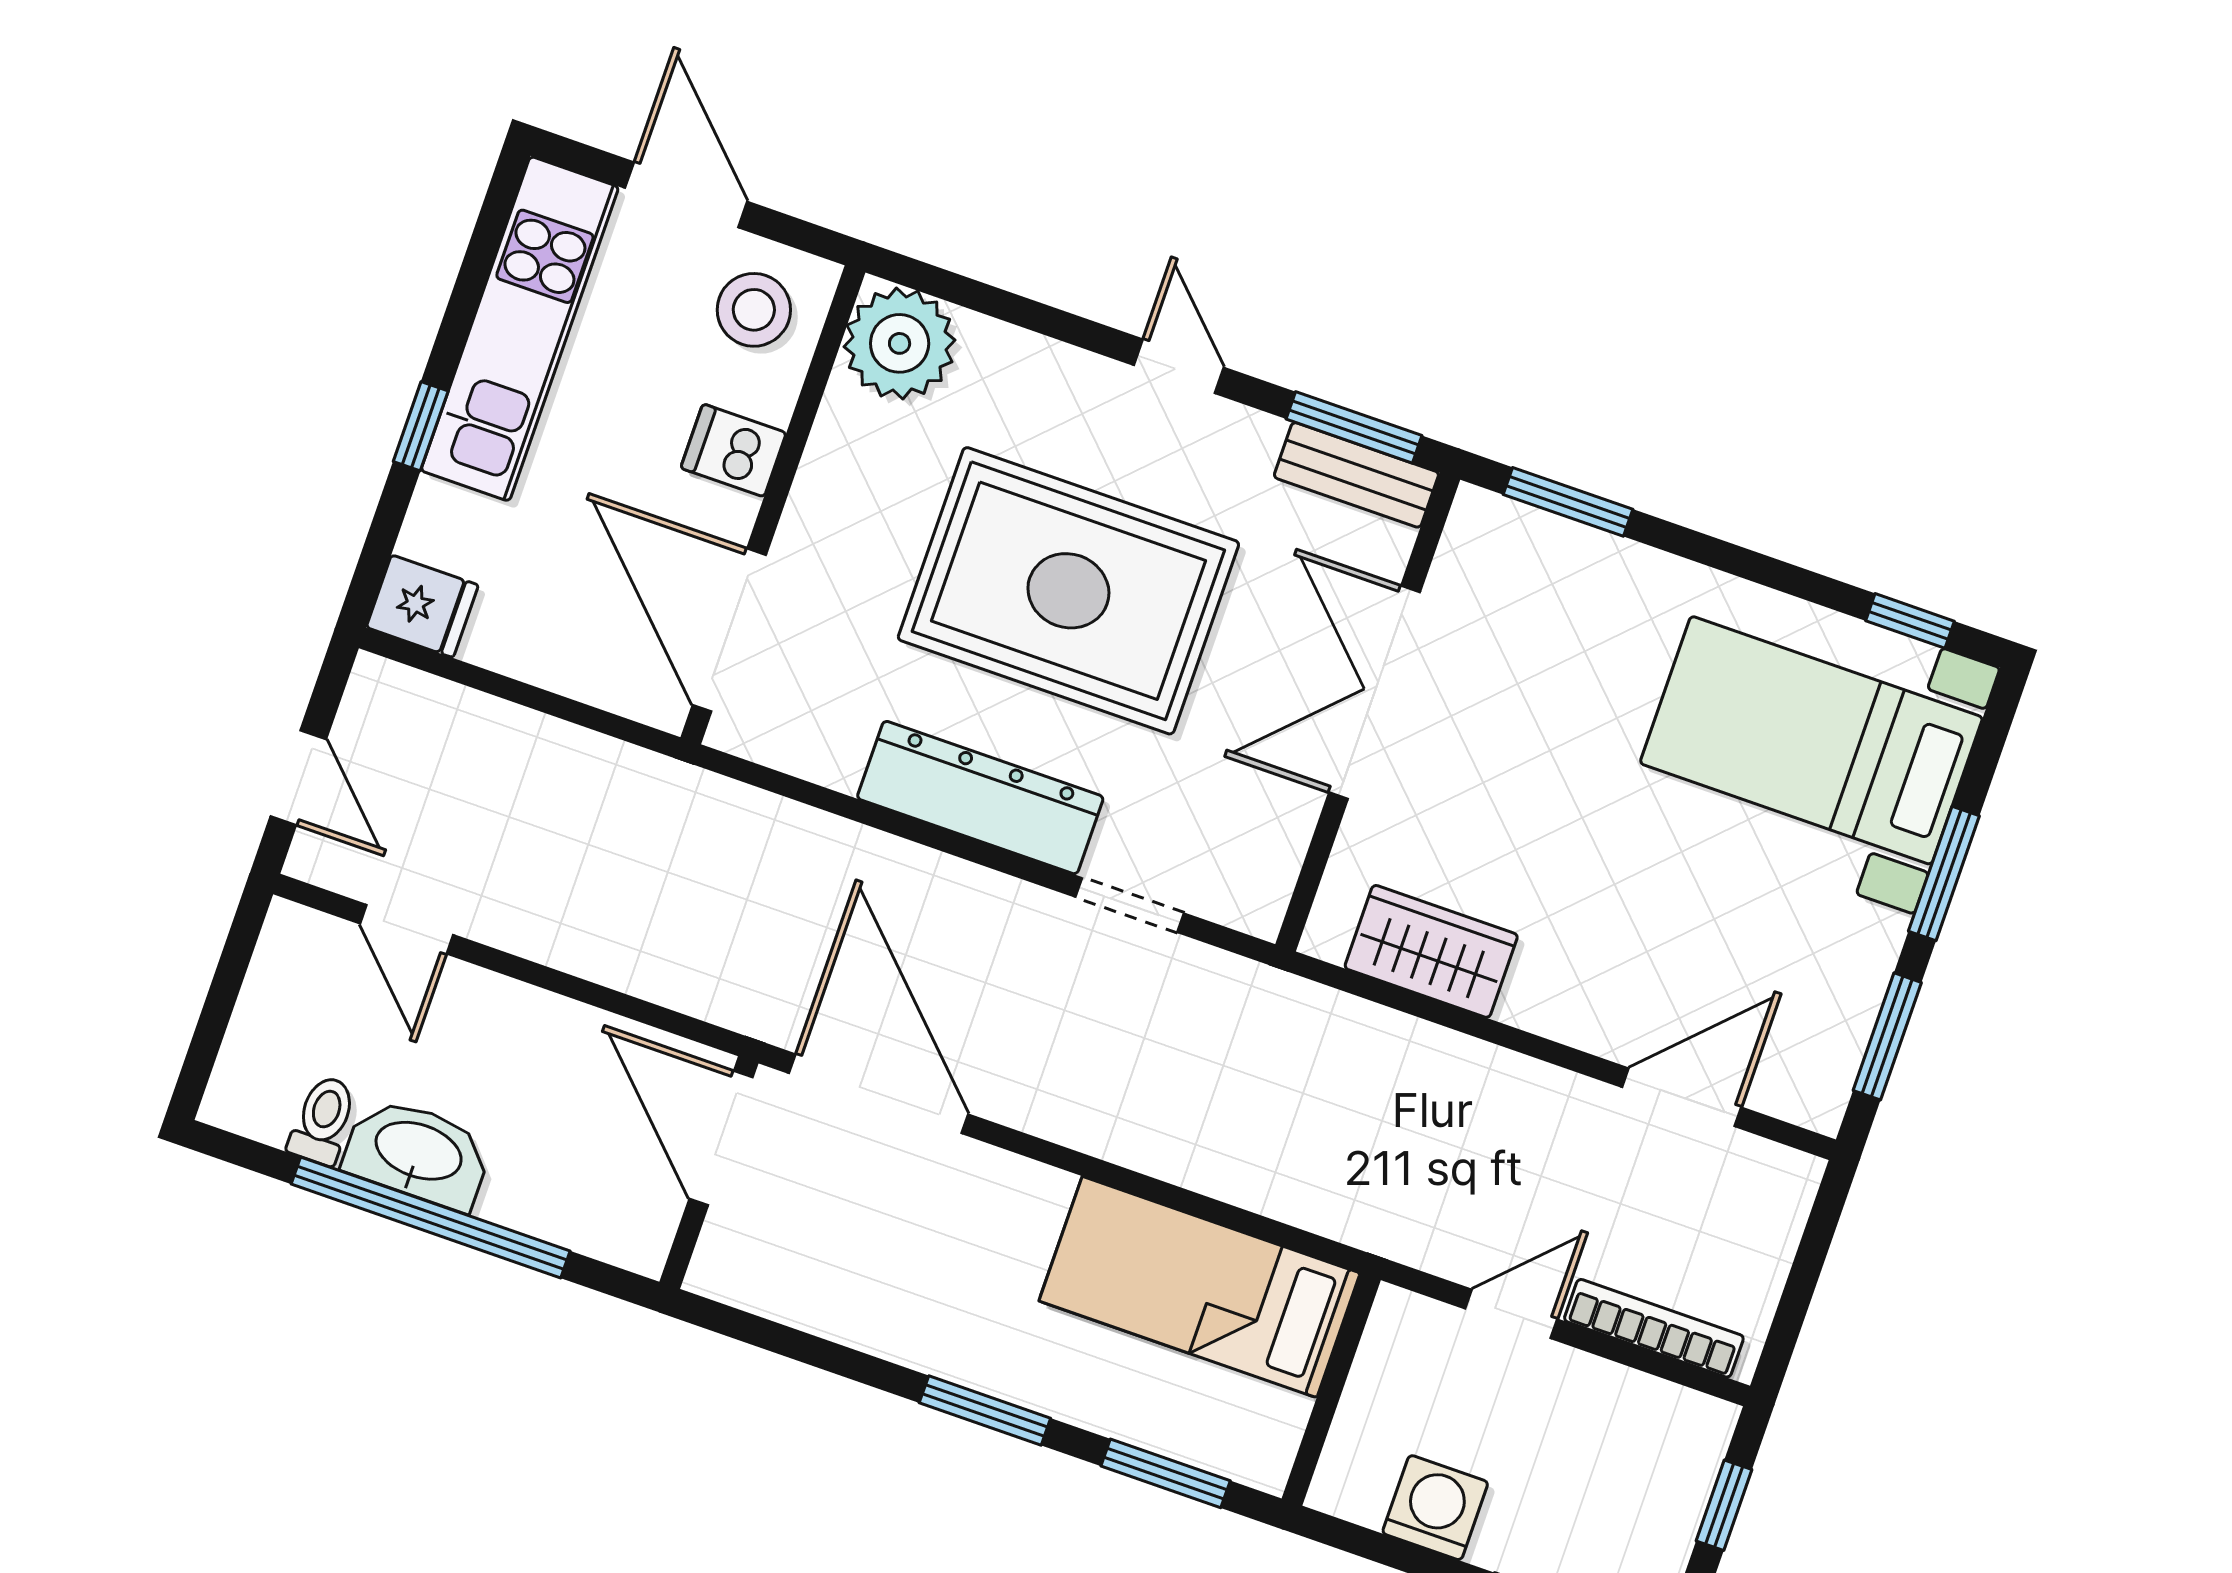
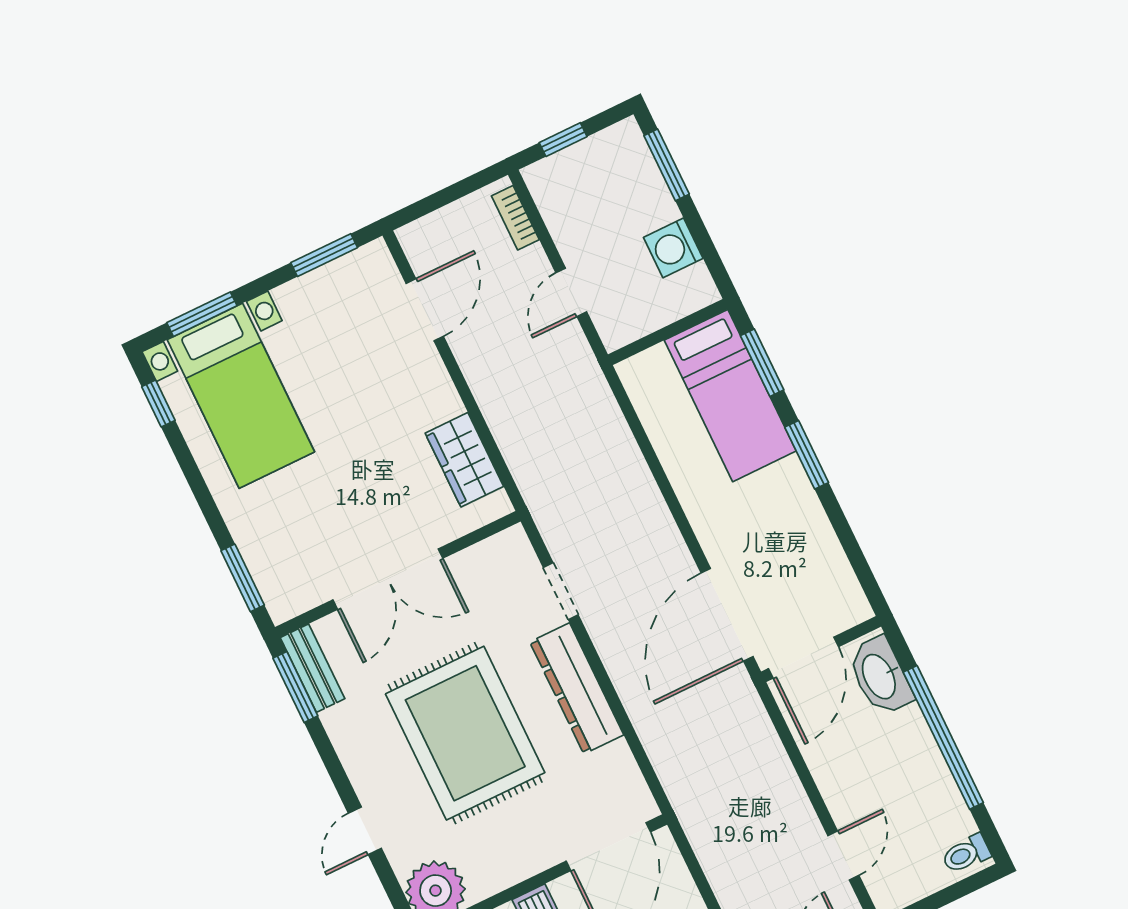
door: (1179, 366) -> (365, 831), moved
window: (1944, 874) -> (202, 314), moved
door: (1682, 1097) -> (425, 310), swing flipped
toilet: (323, 1120) -> (966, 854), moved
washbasin: (418, 1153) -> (880, 676), moved
bed: (1200, 1287) -> (730, 396), moved
door: (1511, 1314) -> (571, 292), hinge flipped
bookcase: (1654, 1328) -> (515, 218), width x0.64

